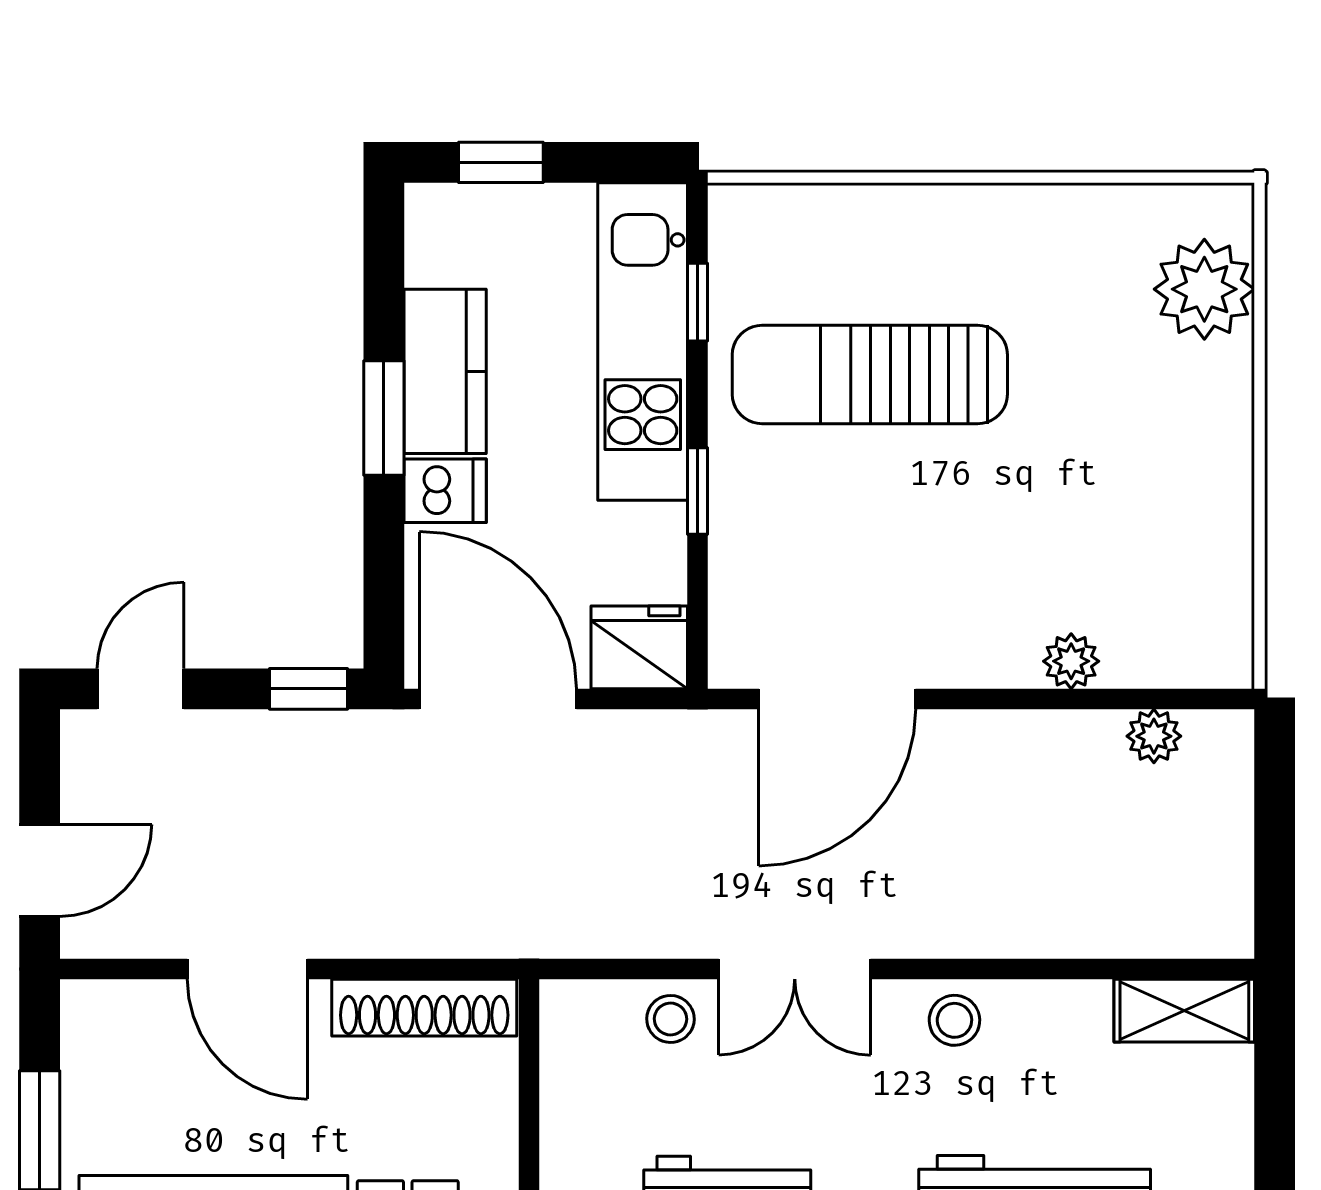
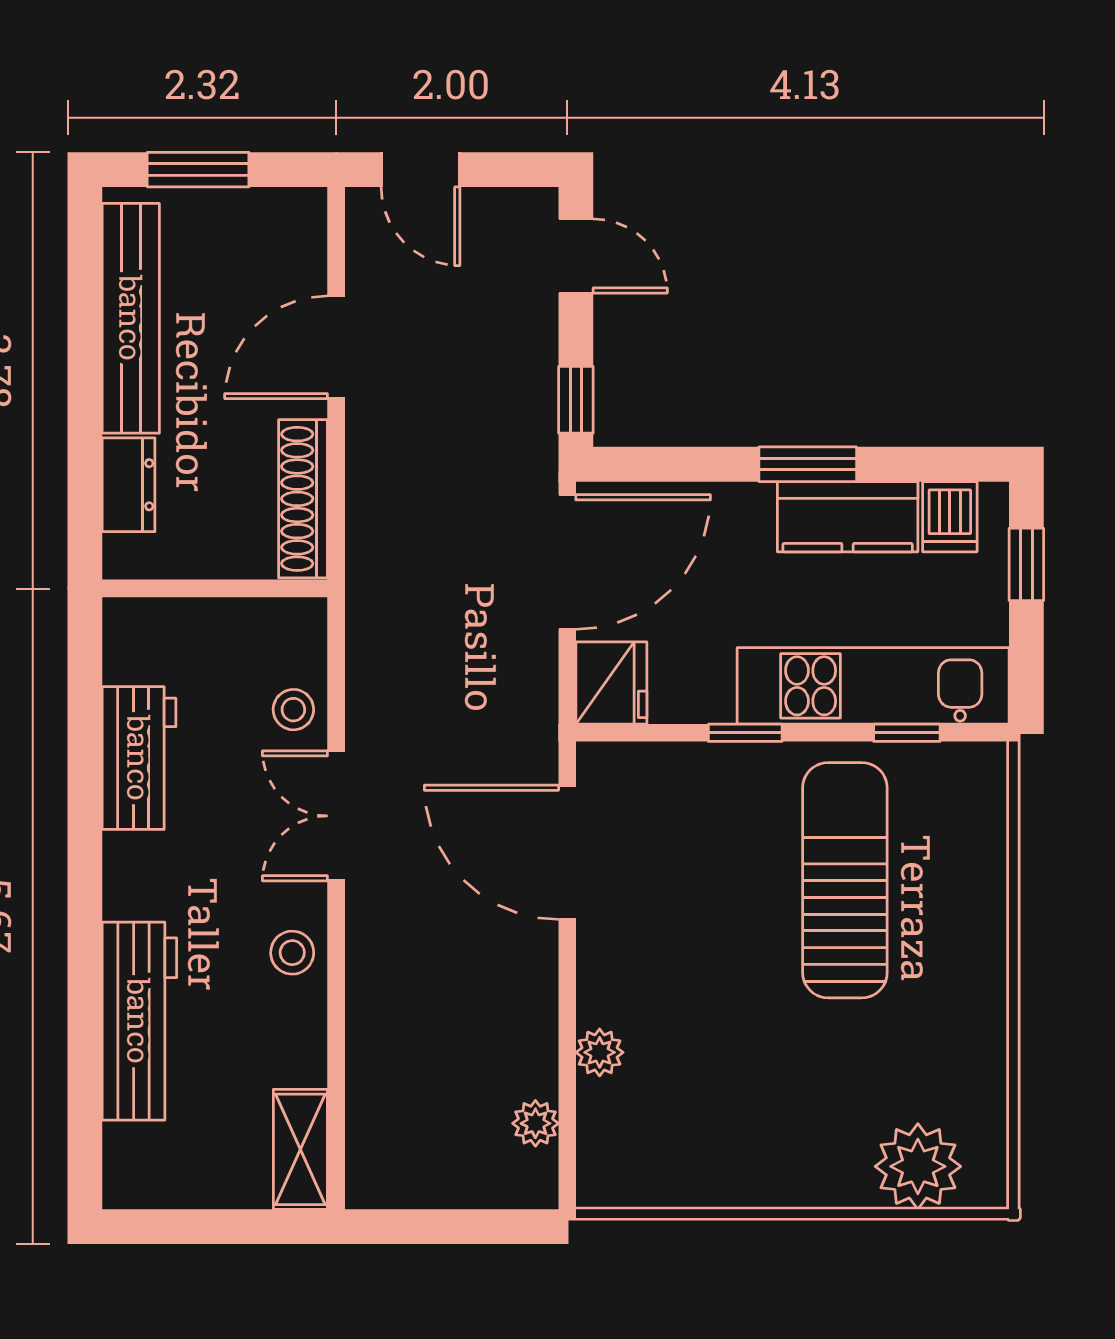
dishwasher: (445, 491) -> (950, 517), moved

